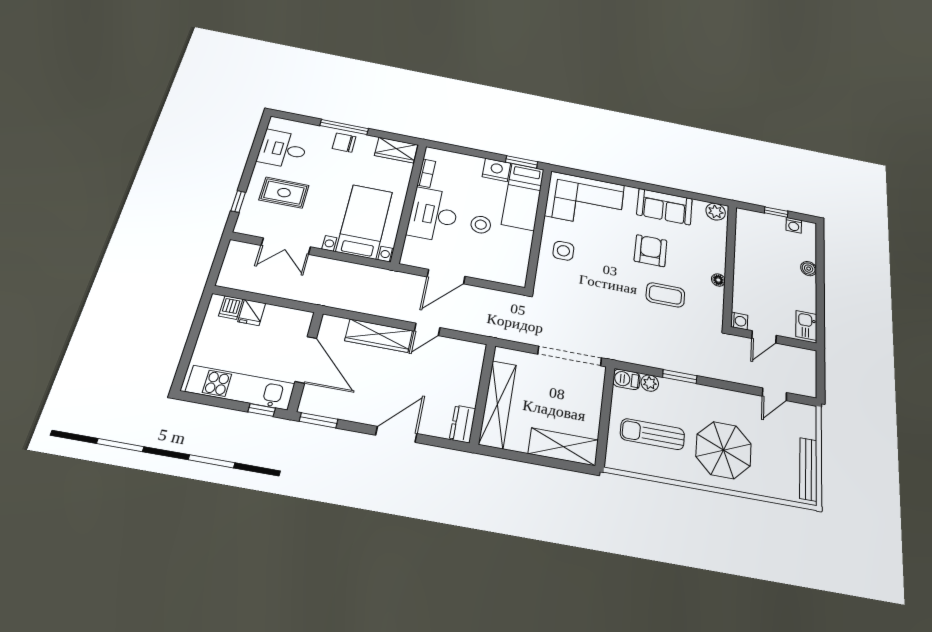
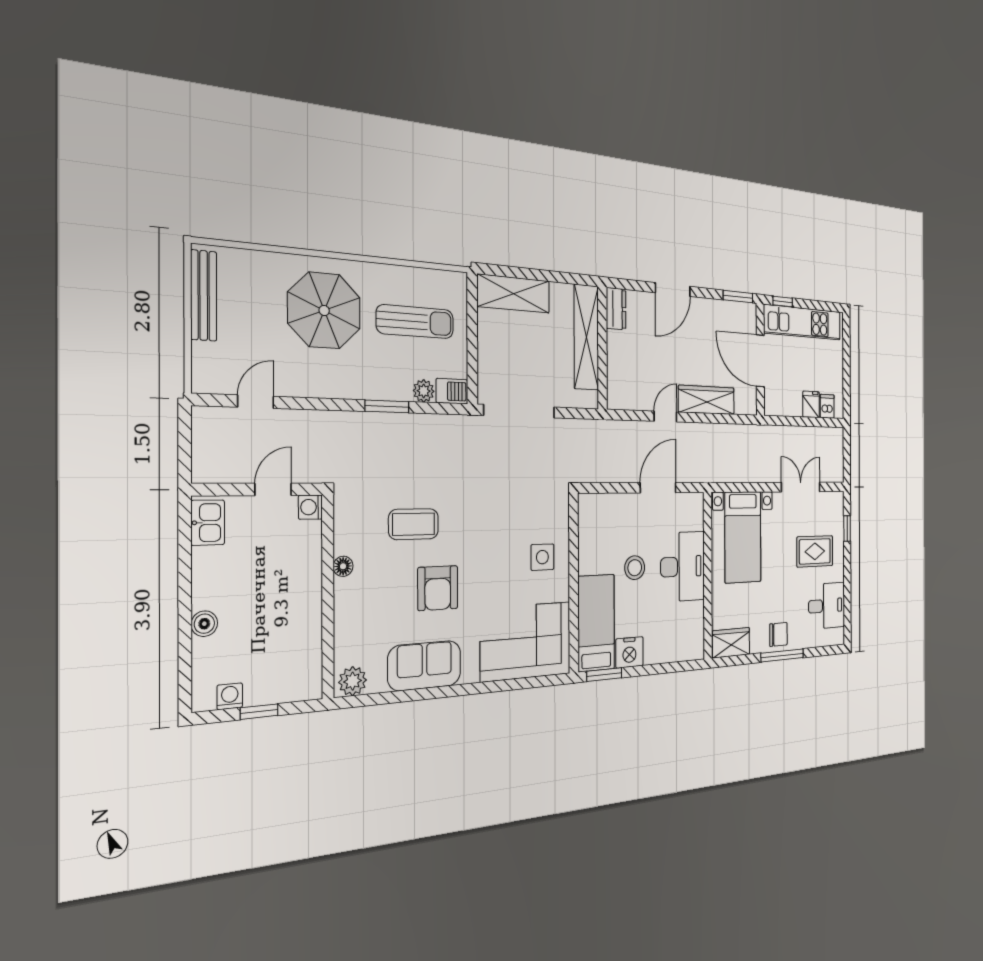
bookcase: (426, 173) -> (698, 621), removed

